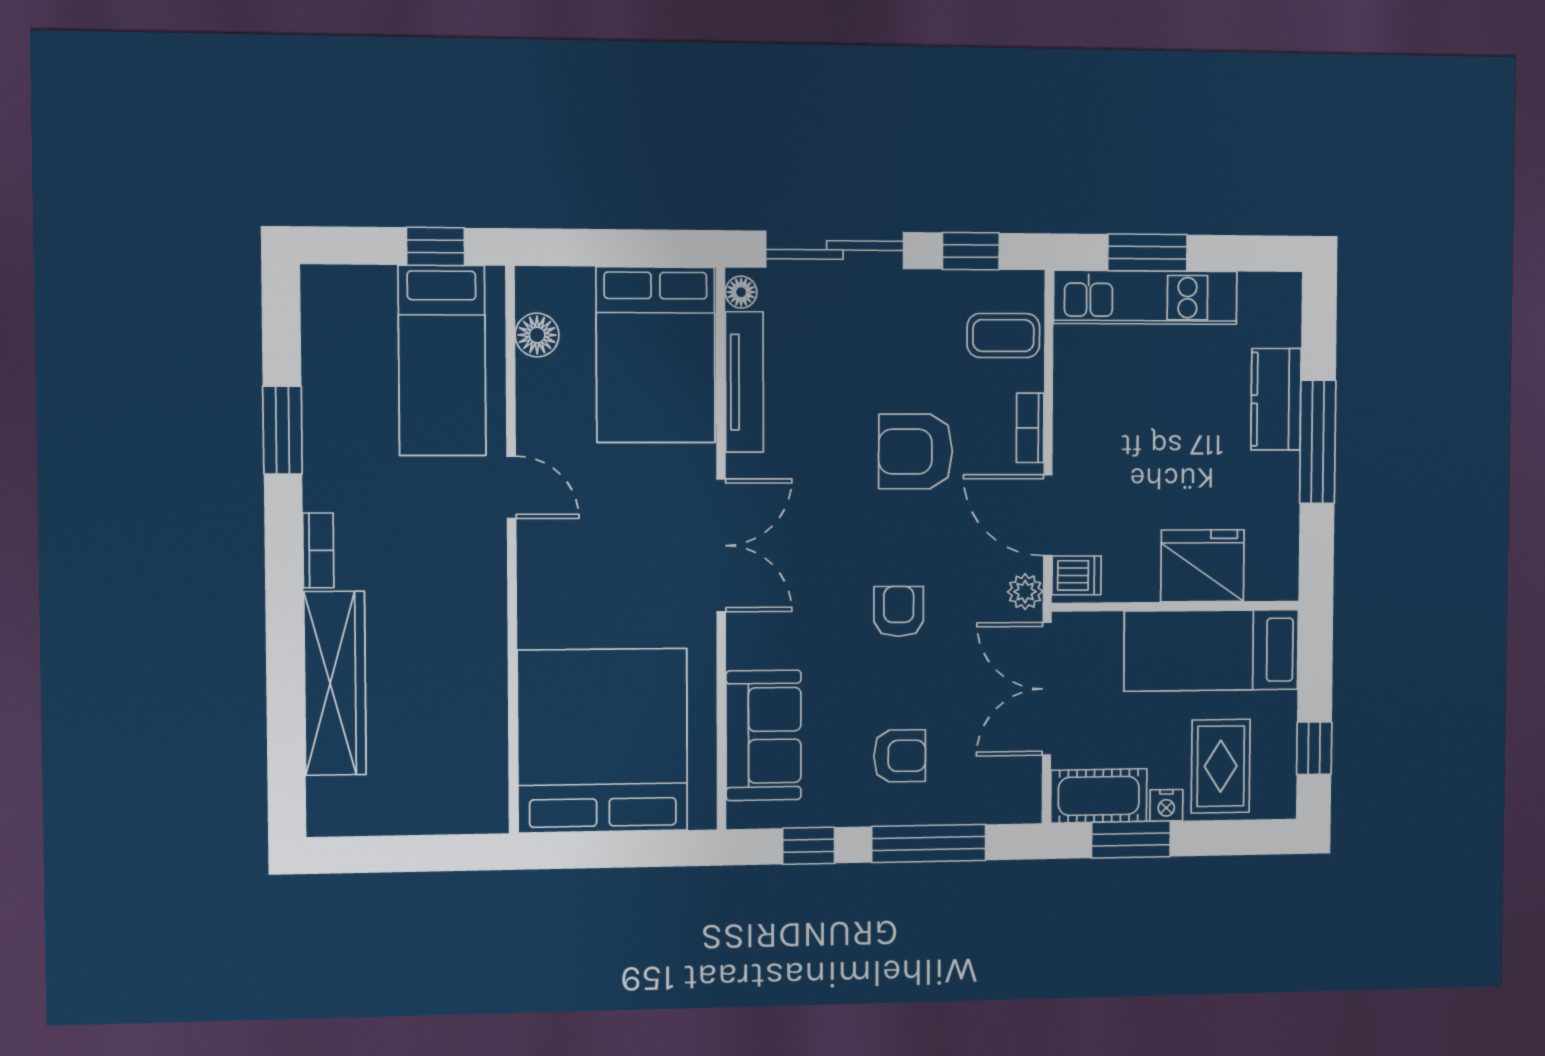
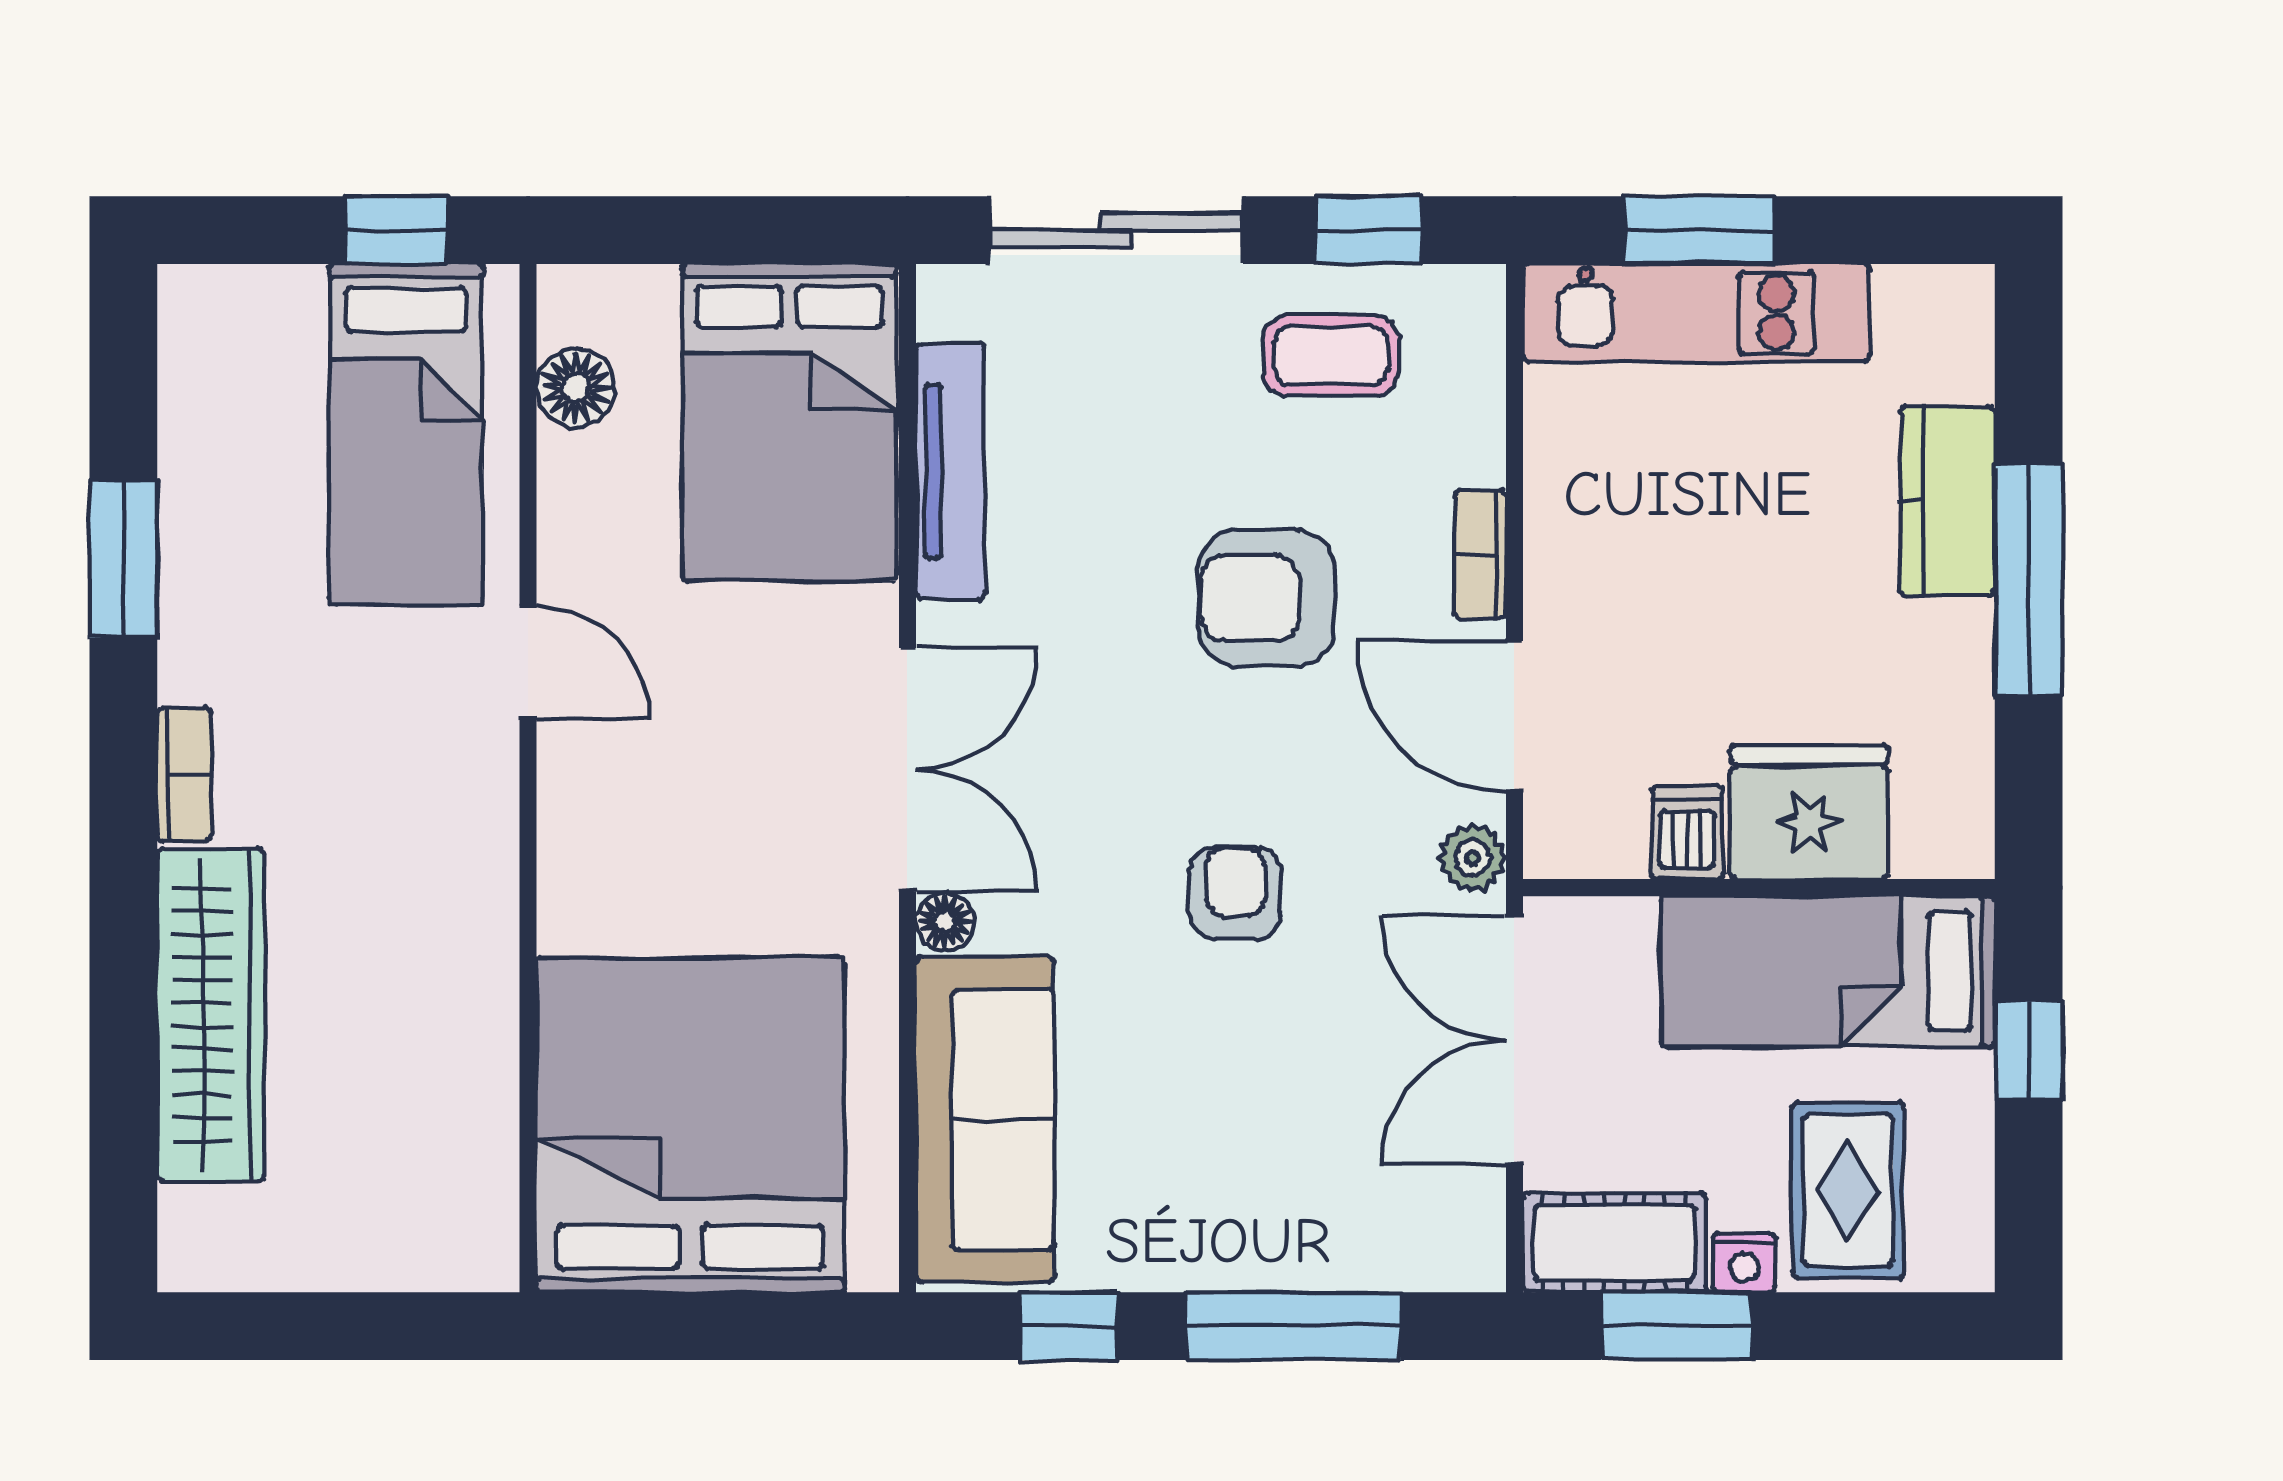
floor lamp: (741, 292) -> (945, 921), moved
coffee table: (1003, 336) -> (1331, 356), moved
dishwasher: (1077, 575) -> (1687, 833), moved, turned -90
sofa: (764, 735) -> (985, 1120), width x1.36
window: (1314, 748) -> (2029, 1050), moved
armchair: (900, 756) -> (1238, 1162), removed

